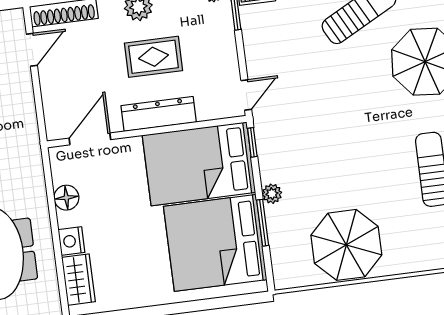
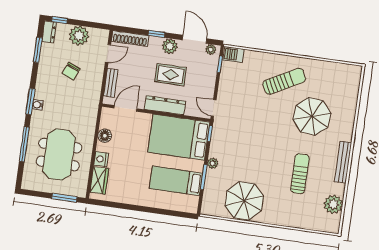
door: (246, 95) -> (214, 108), swing flipped
bench: (51, 100) -> (111, 83), added
bed: (215, 243) -> (176, 181), width x0.49

